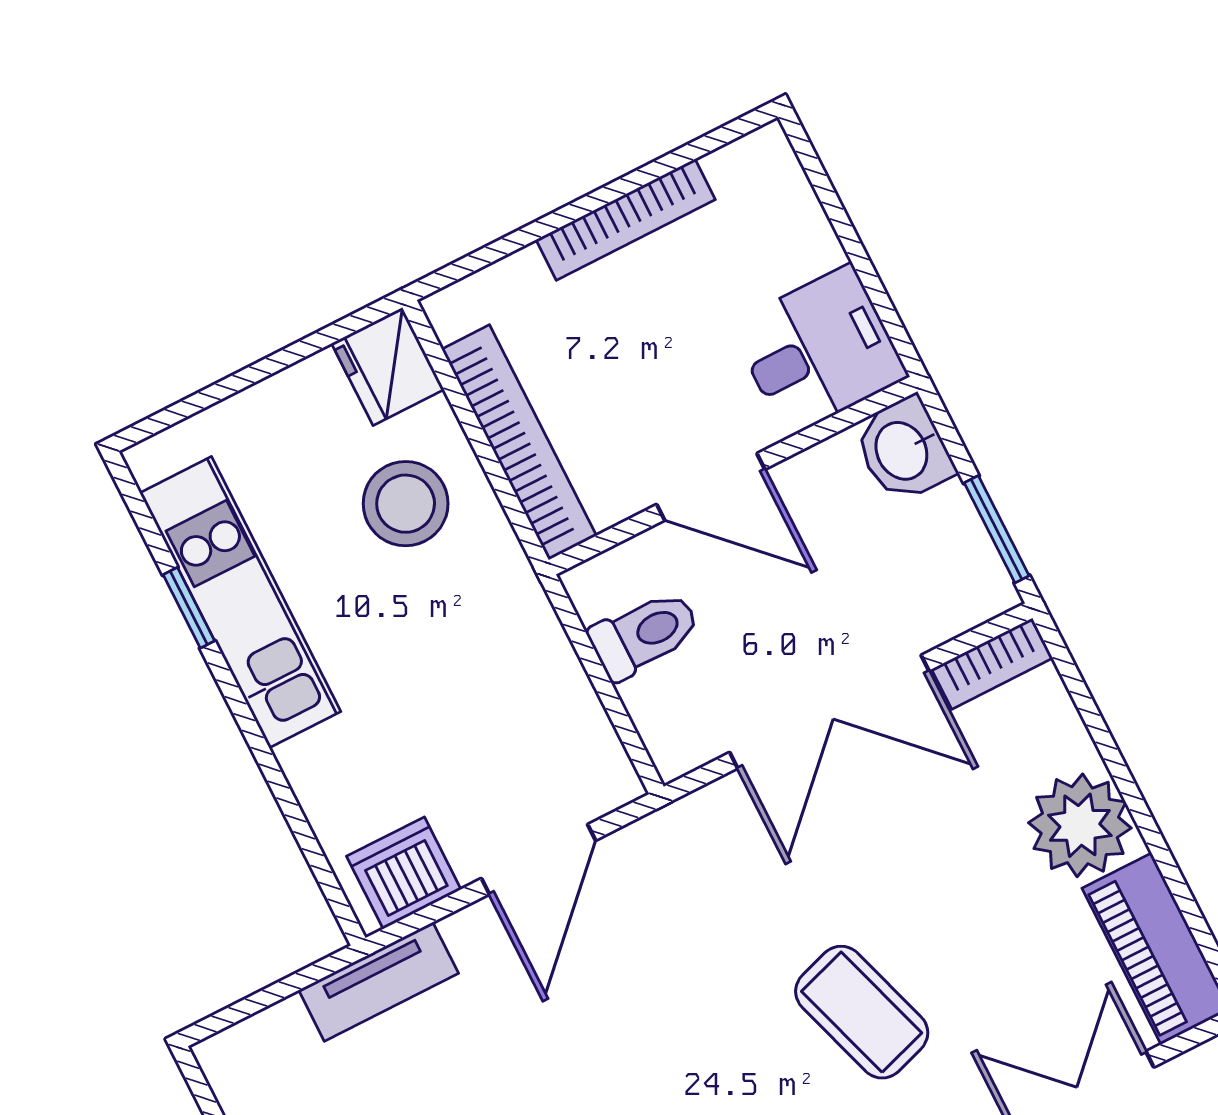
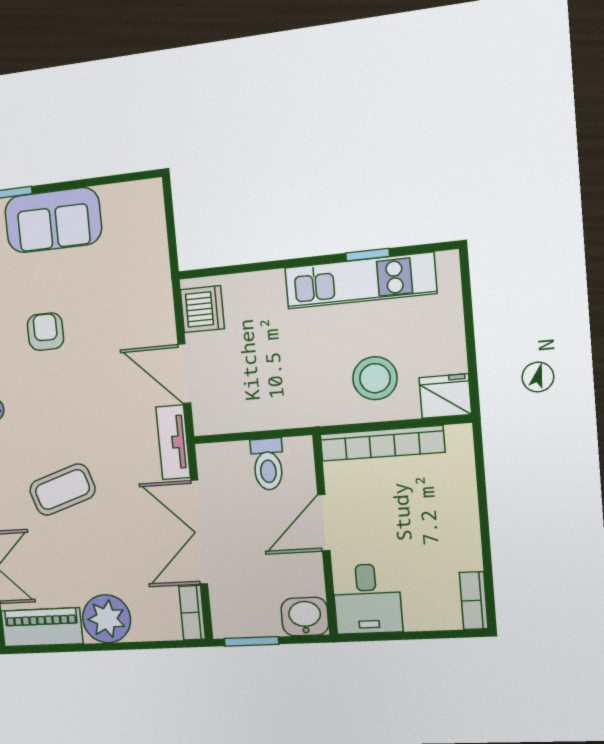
bookcase: (626, 220) -> (474, 601), moved, width x0.64
tv unit: (379, 982) -> (173, 442), moved

